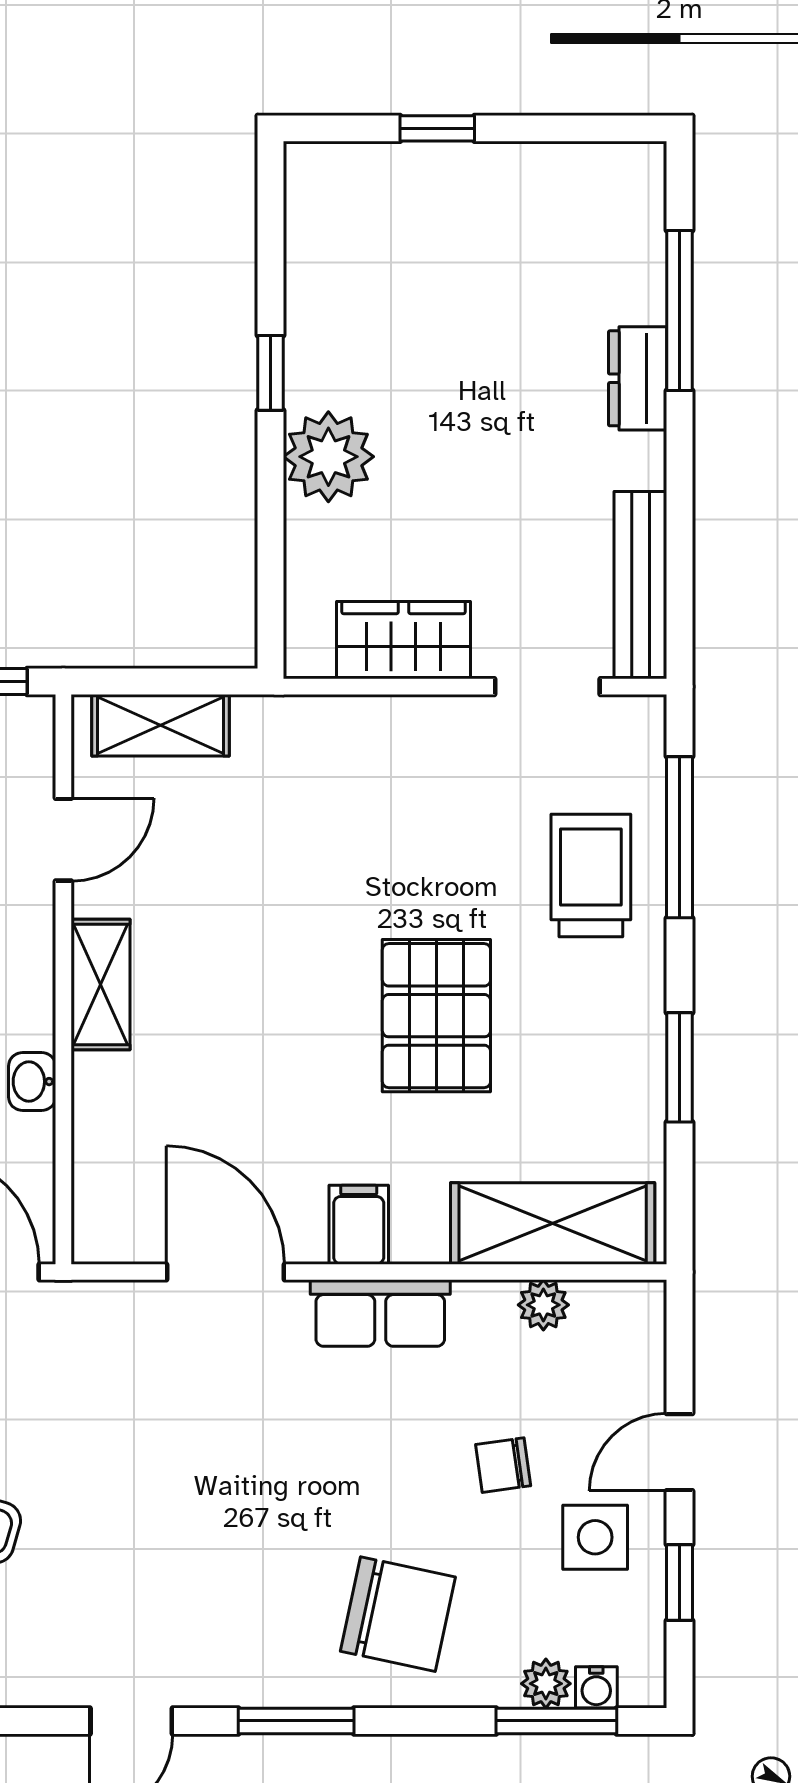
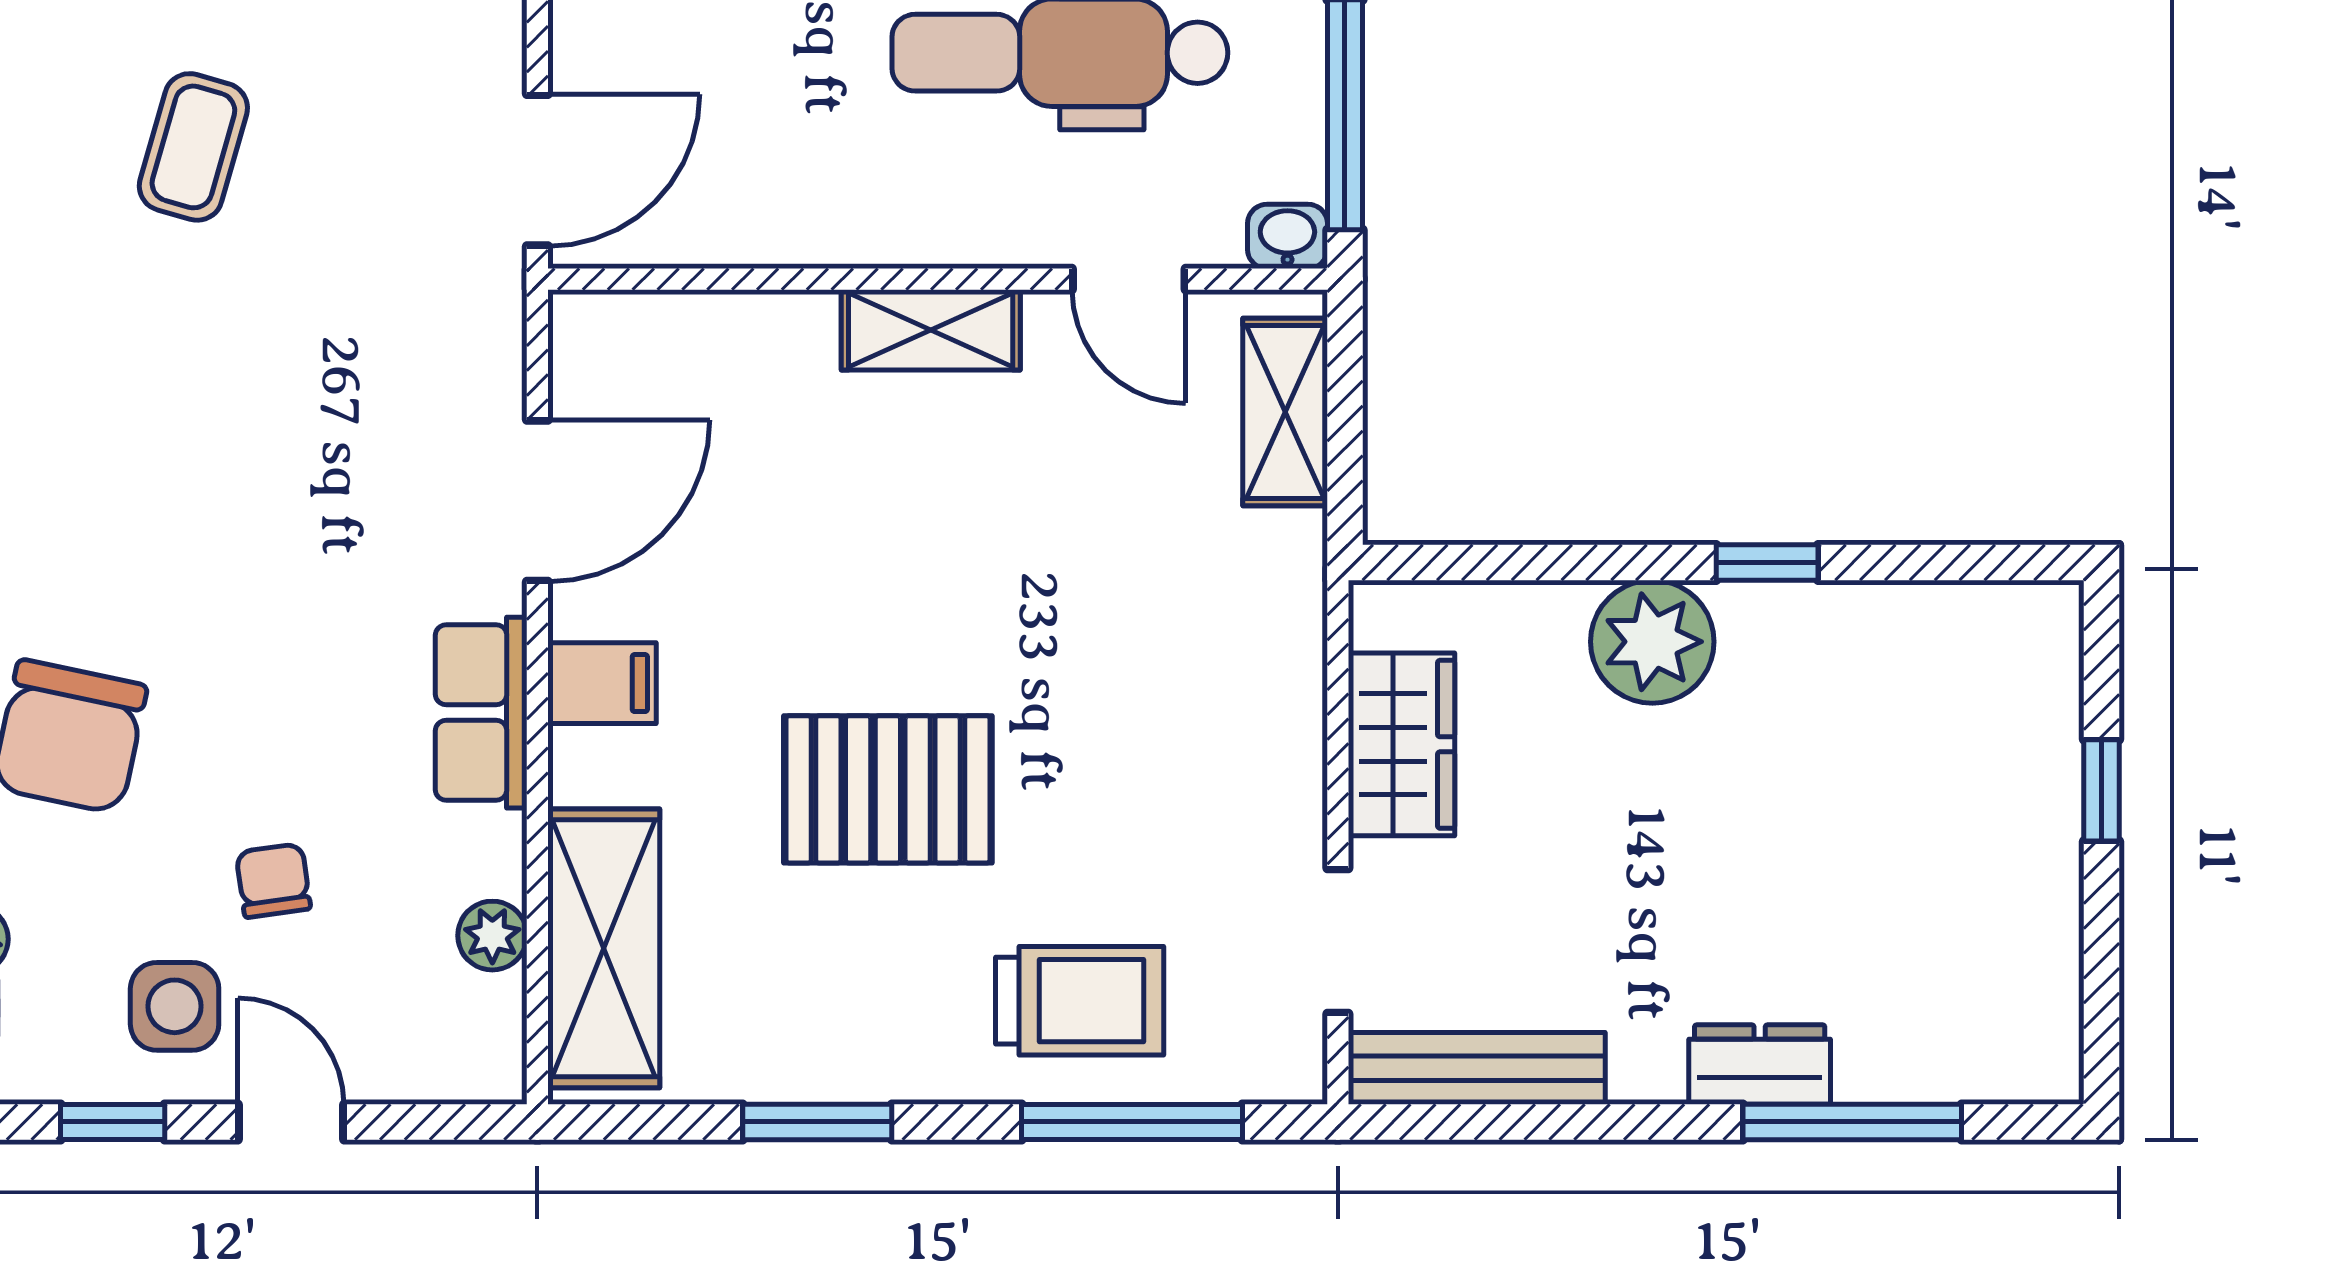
washbasin: (32, 1082) -> (1287, 236), moved

